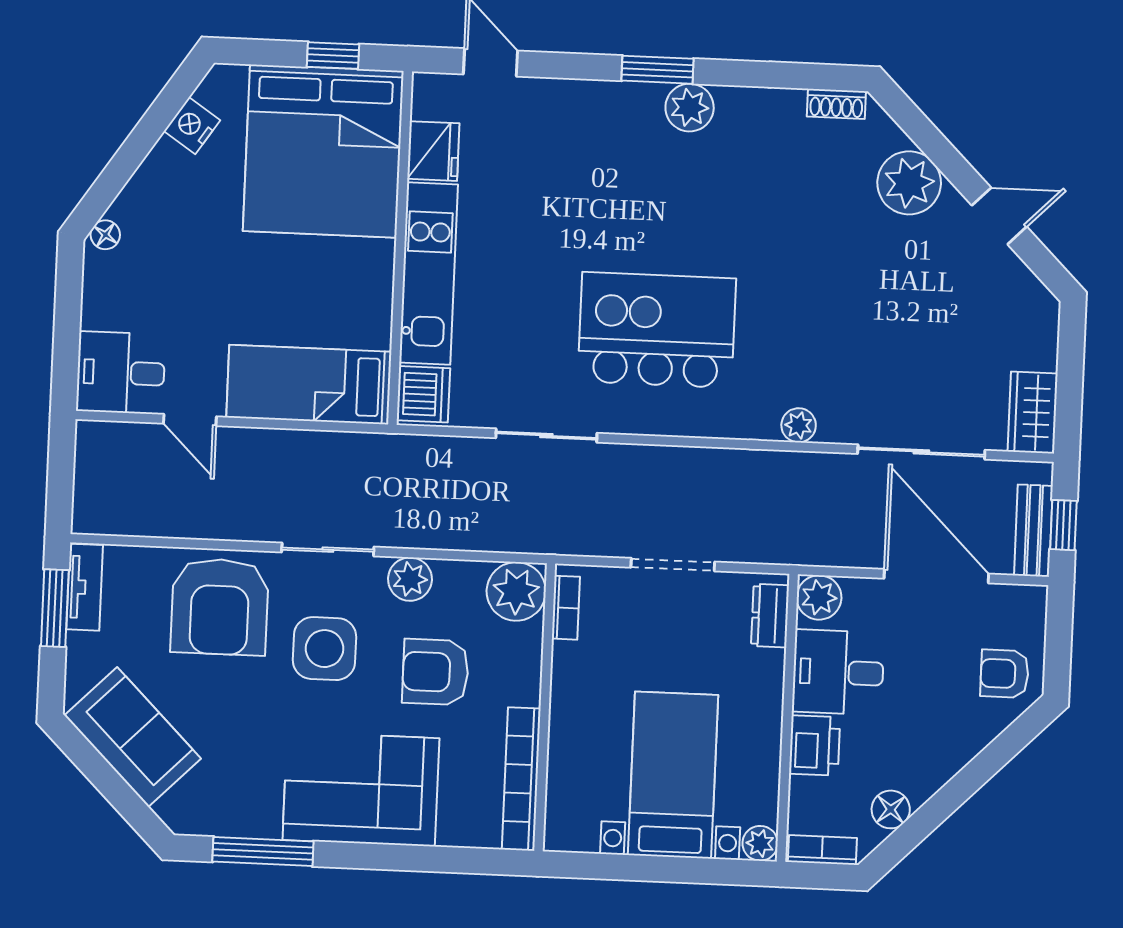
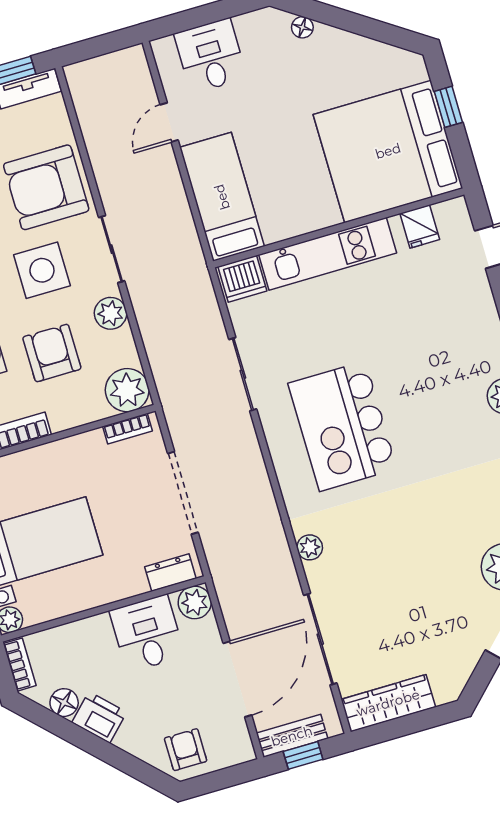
window: (333, 56) -> (448, 107), moved
nightstand: (192, 126) -> (375, 54), removed
fridge: (433, 151) -> (420, 226), width x0.72
floor lamp: (105, 235) -> (302, 27), moved
kitchen island: (657, 330) -> (342, 426), turned 180
desk: (121, 373) -> (210, 56), moved
wardrobe: (1033, 412) -> (388, 703), width x1.50
doorway: (673, 565) -> (183, 493), width x1.36
printer: (815, 745) -> (99, 717), moved, turned -135

